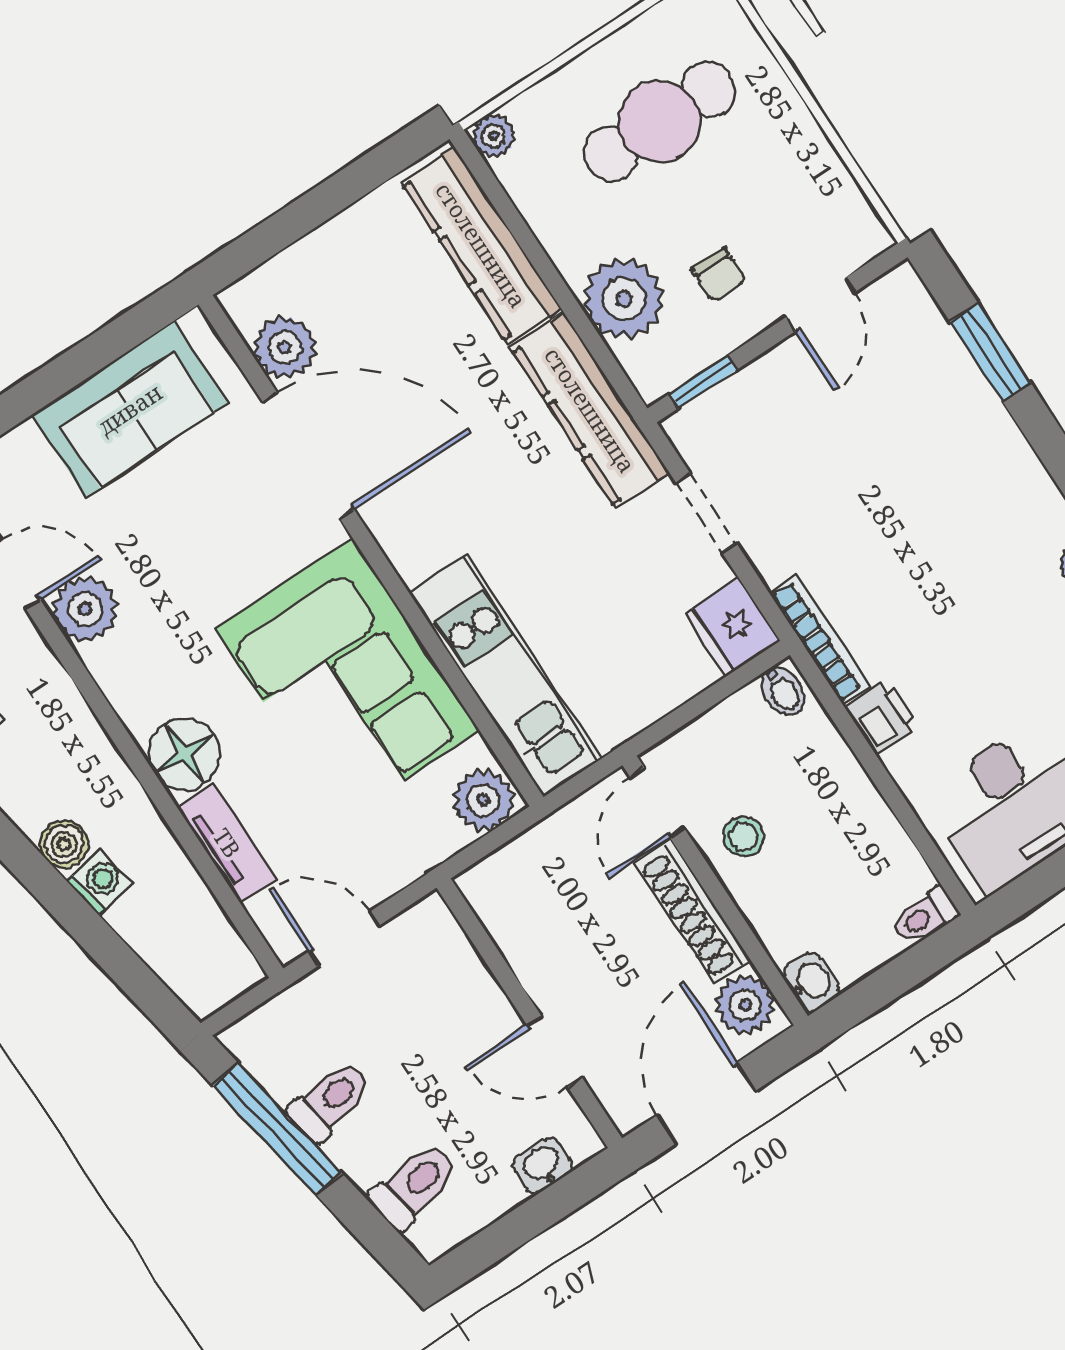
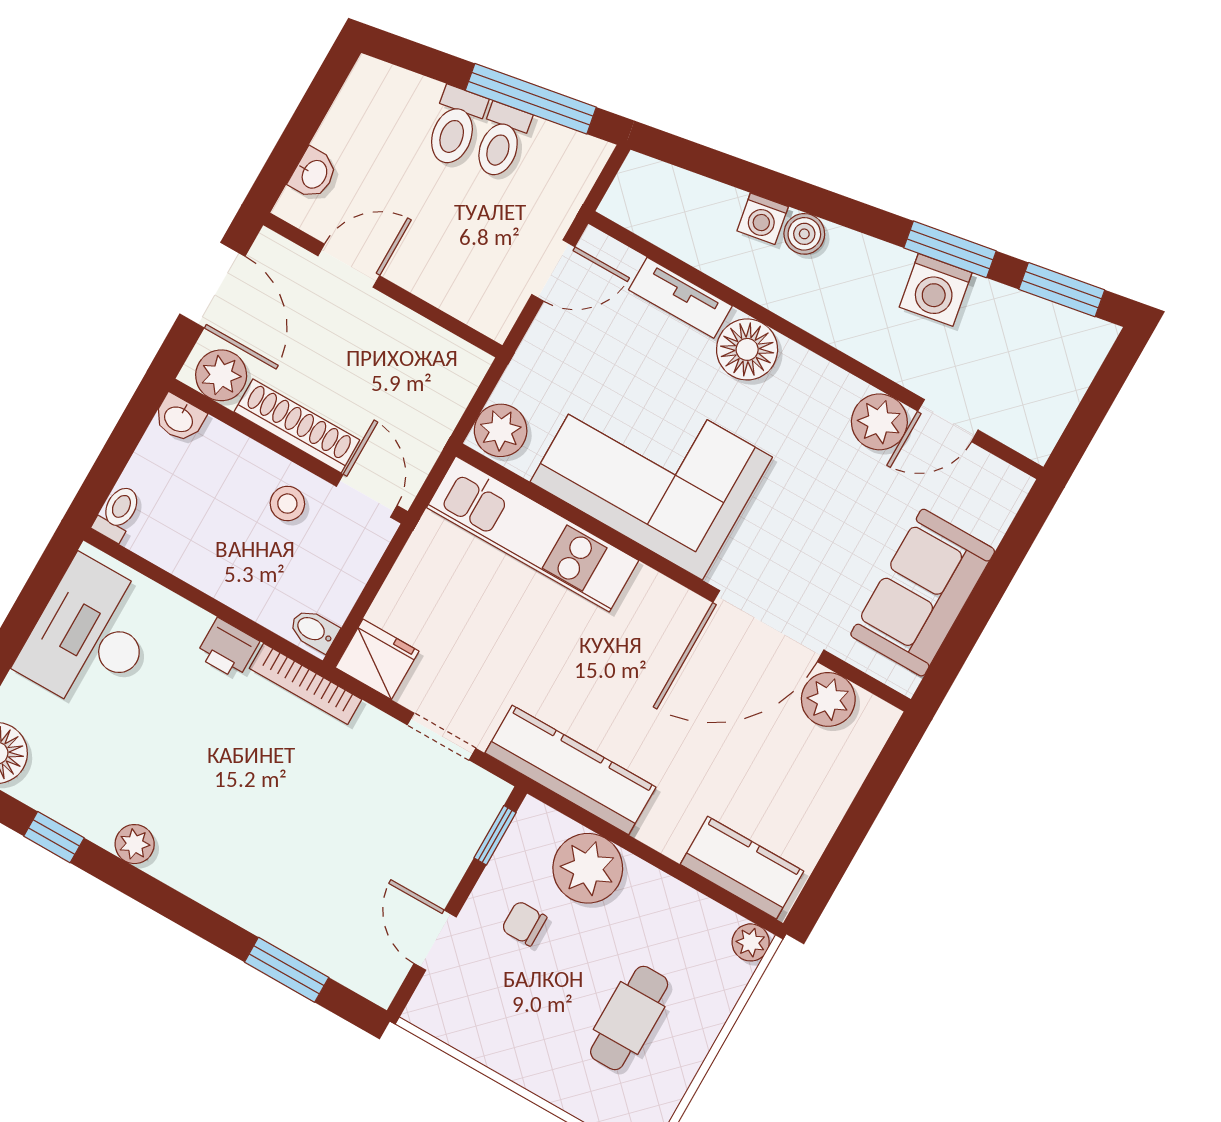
cafe table: (660, 121) -> (629, 1018), width x0.73, depth x0.74
kitchen counter: (481, 245) -> (742, 868), width x0.67
toilet: (414, 1186) -> (455, 127), moved

